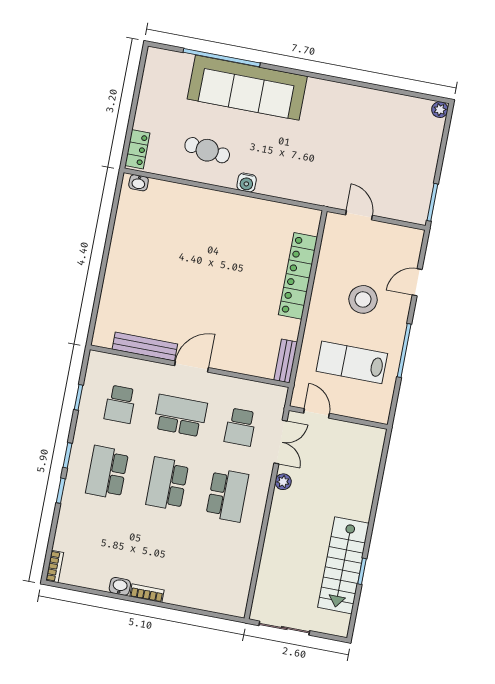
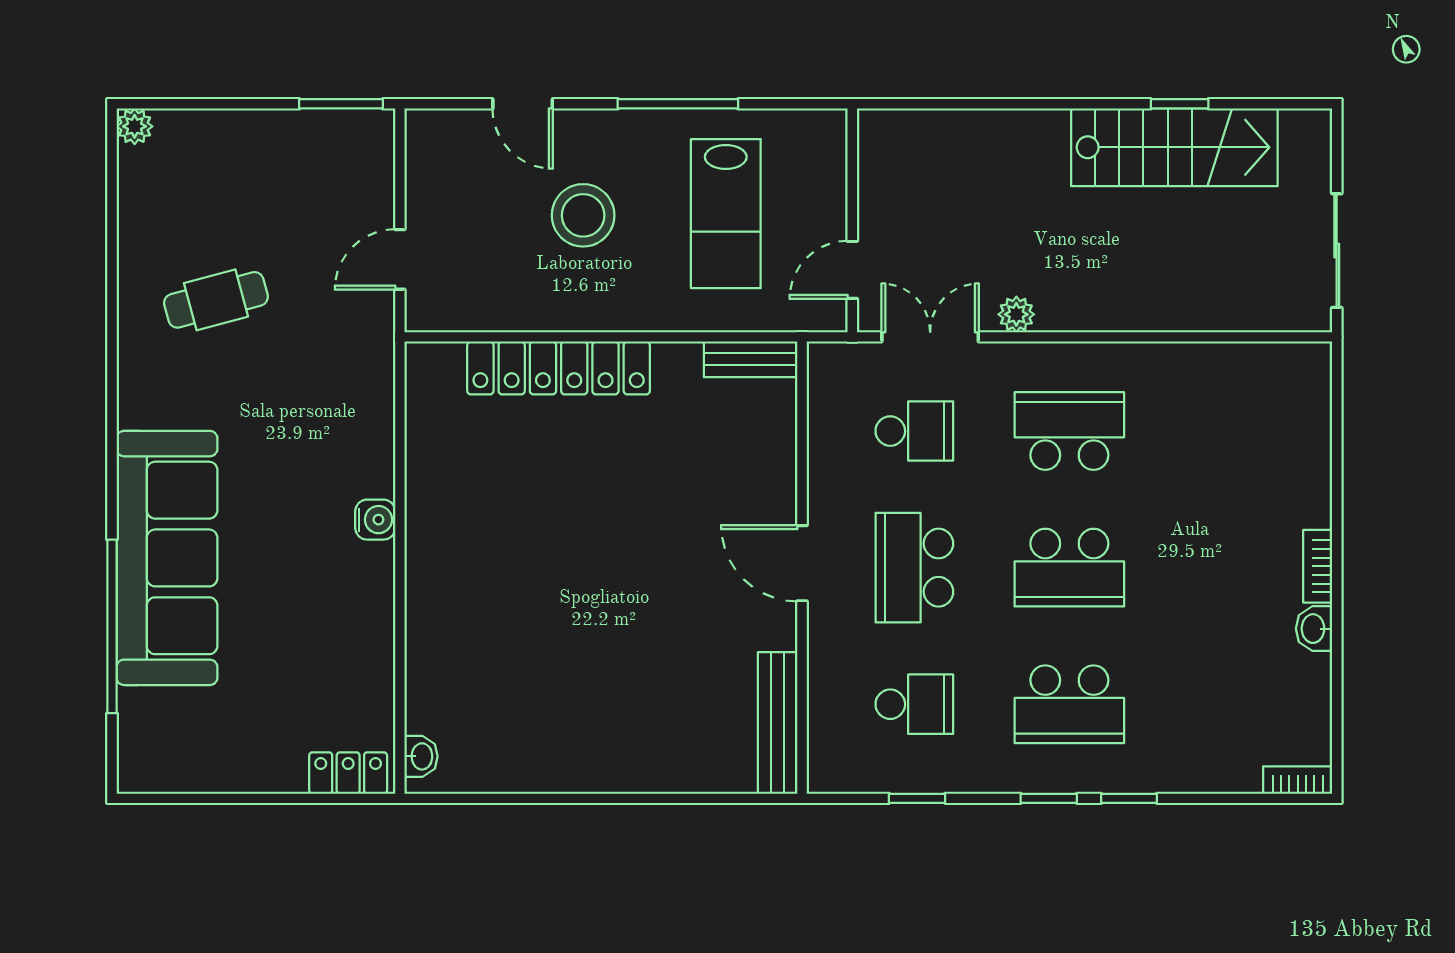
cafe table: (207, 150) -> (216, 300), moved, turned 67
bench: (145, 347) -> (778, 723), moved

